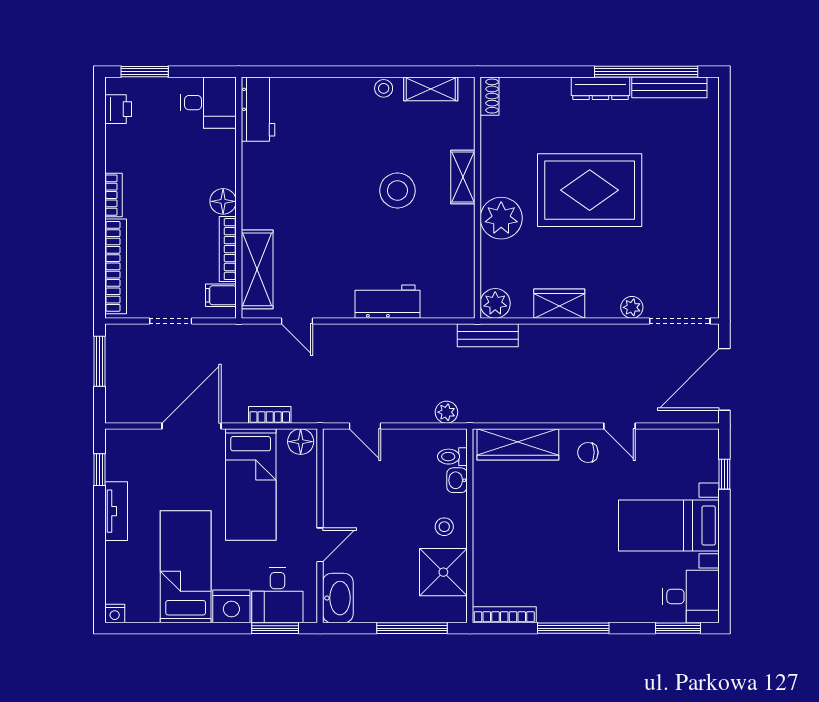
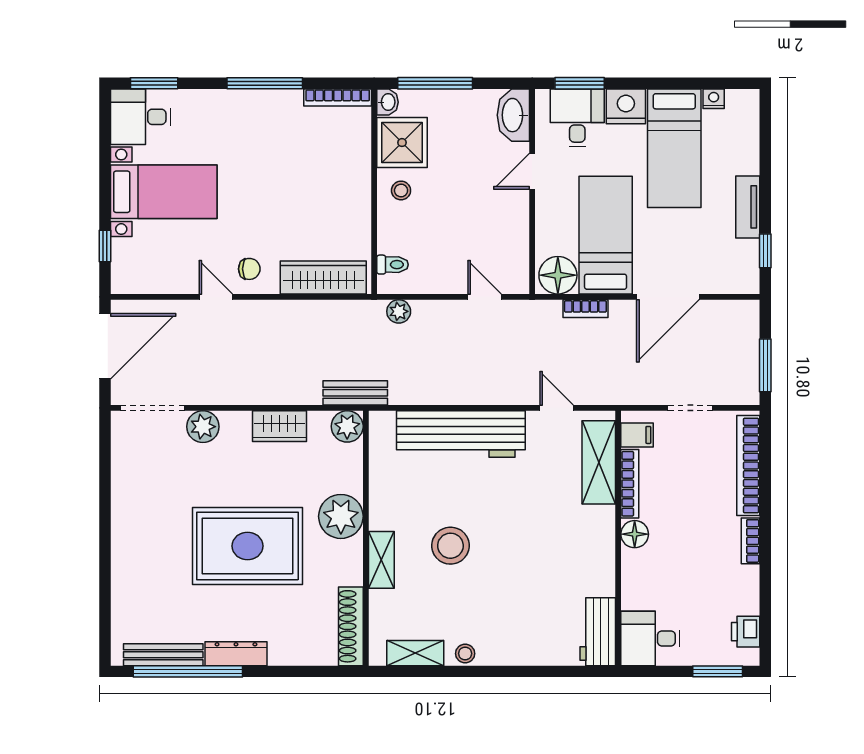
shoe rack: (490, 96) -> (351, 626), width x1.94, depth x1.24
workbench: (388, 302) -> (461, 434), width x1.87, depth x1.32
plant: (632, 307) -> (203, 427), width x1.38, depth x1.38
floor lamp: (301, 442) -> (558, 275), width x1.38, depth x1.38
washbasin: (457, 480) -> (388, 102), moved
nightstand: (115, 614) -> (714, 99), moved

